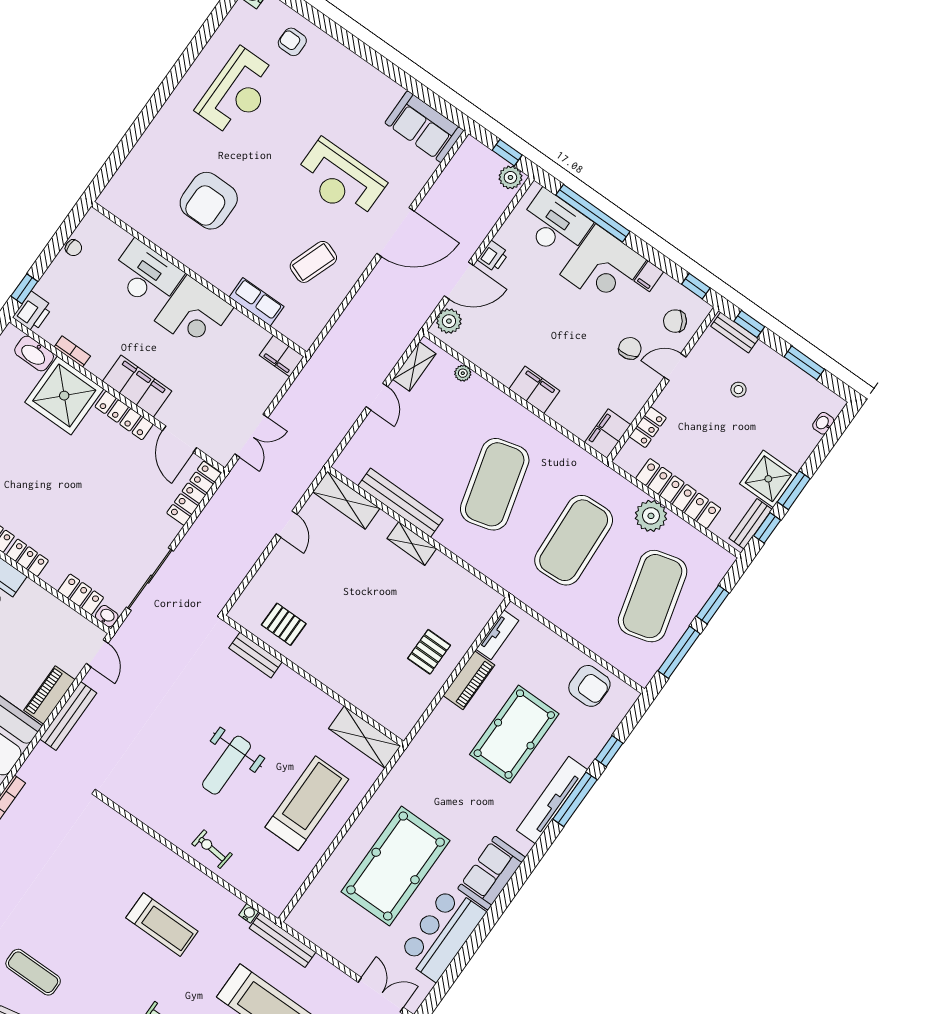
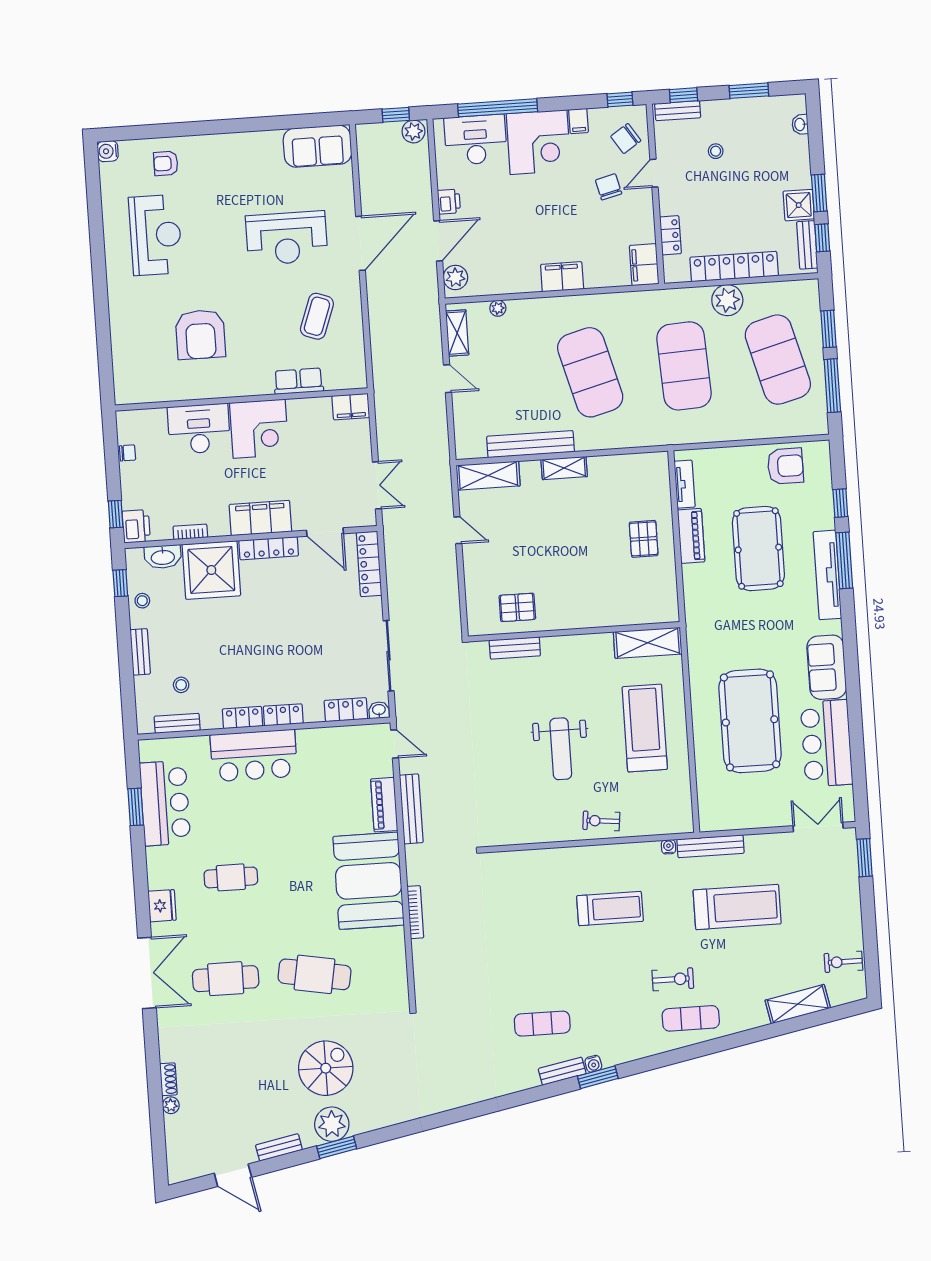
shower: (768, 479) -> (799, 205), width x0.73, depth x0.73

